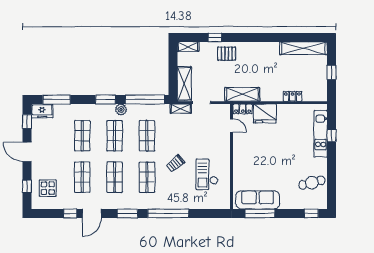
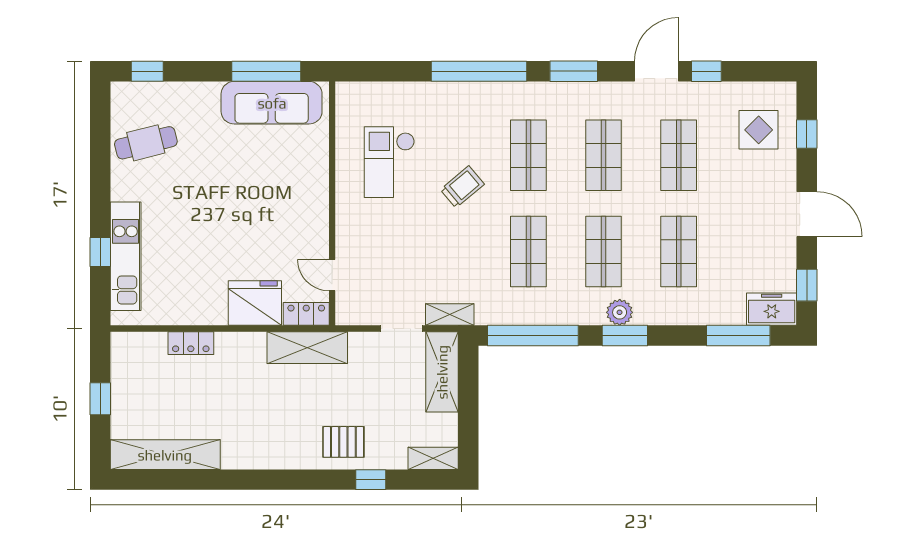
plant: (121, 110) -> (620, 312), moved
checkout: (207, 174) -> (389, 162), turned 180

